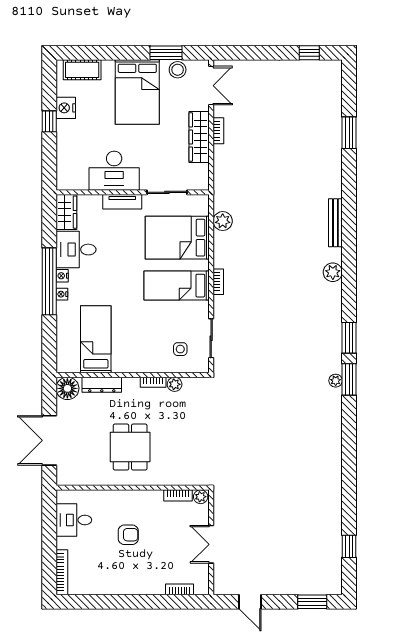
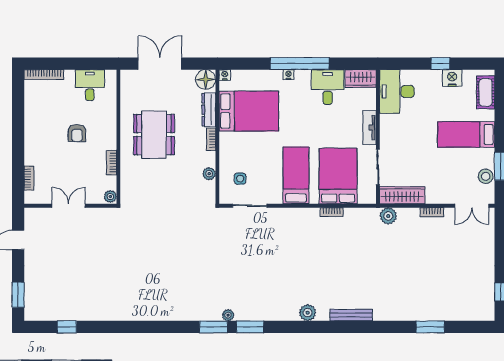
bed: (137, 92) -> (466, 134), width x0.67
wardrobe: (199, 137) -> (402, 195), moved
desk: (114, 171) -> (397, 91), moved
plant: (223, 221) -> (388, 216), moved
nightstand: (62, 276) -> (225, 75), moved
bookcase: (218, 282) -> (332, 212), moved
bed: (96, 339) -> (249, 111), width x1.50
plant: (336, 381) -> (228, 315), moved
bookcase: (153, 382) -> (211, 139), moved
dining table: (130, 447) -> (154, 135), width x1.38
bookcase: (178, 495) -> (112, 163), moved

